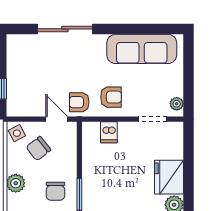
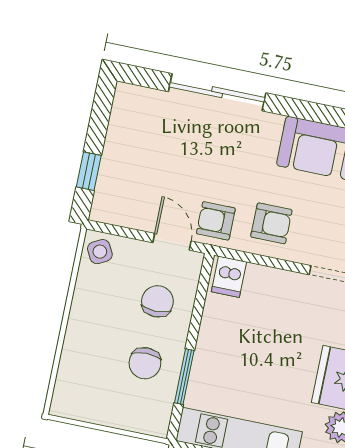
dishwasher: (109, 132) -> (229, 277), moved
chair: (38, 149) -> (157, 301), moved, turned 128
plant: (16, 183) -> (80, 336), removed

